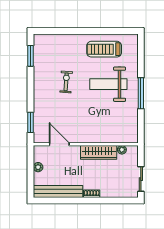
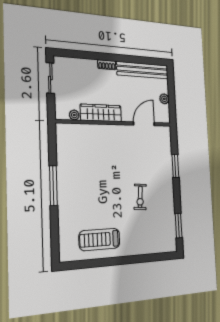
treadmill: (104, 49) -> (100, 239), turned 180
weight bench: (108, 84) -> (93, 196), removed
window: (30, 122) -> (175, 166), moved
door: (59, 144) -> (144, 124), swing flipped

